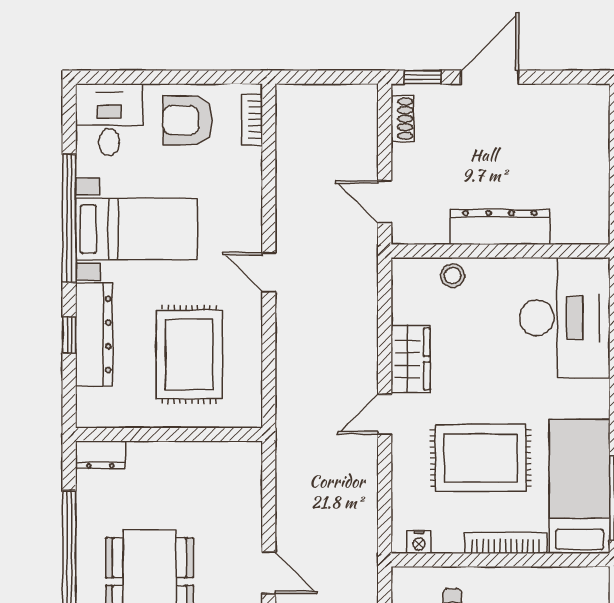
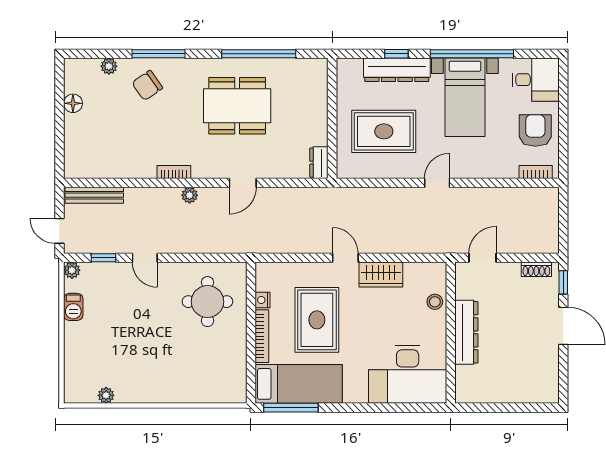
dresser: (100, 455) -> (319, 163), moved
nightstand: (419, 542) -> (263, 300), moved

